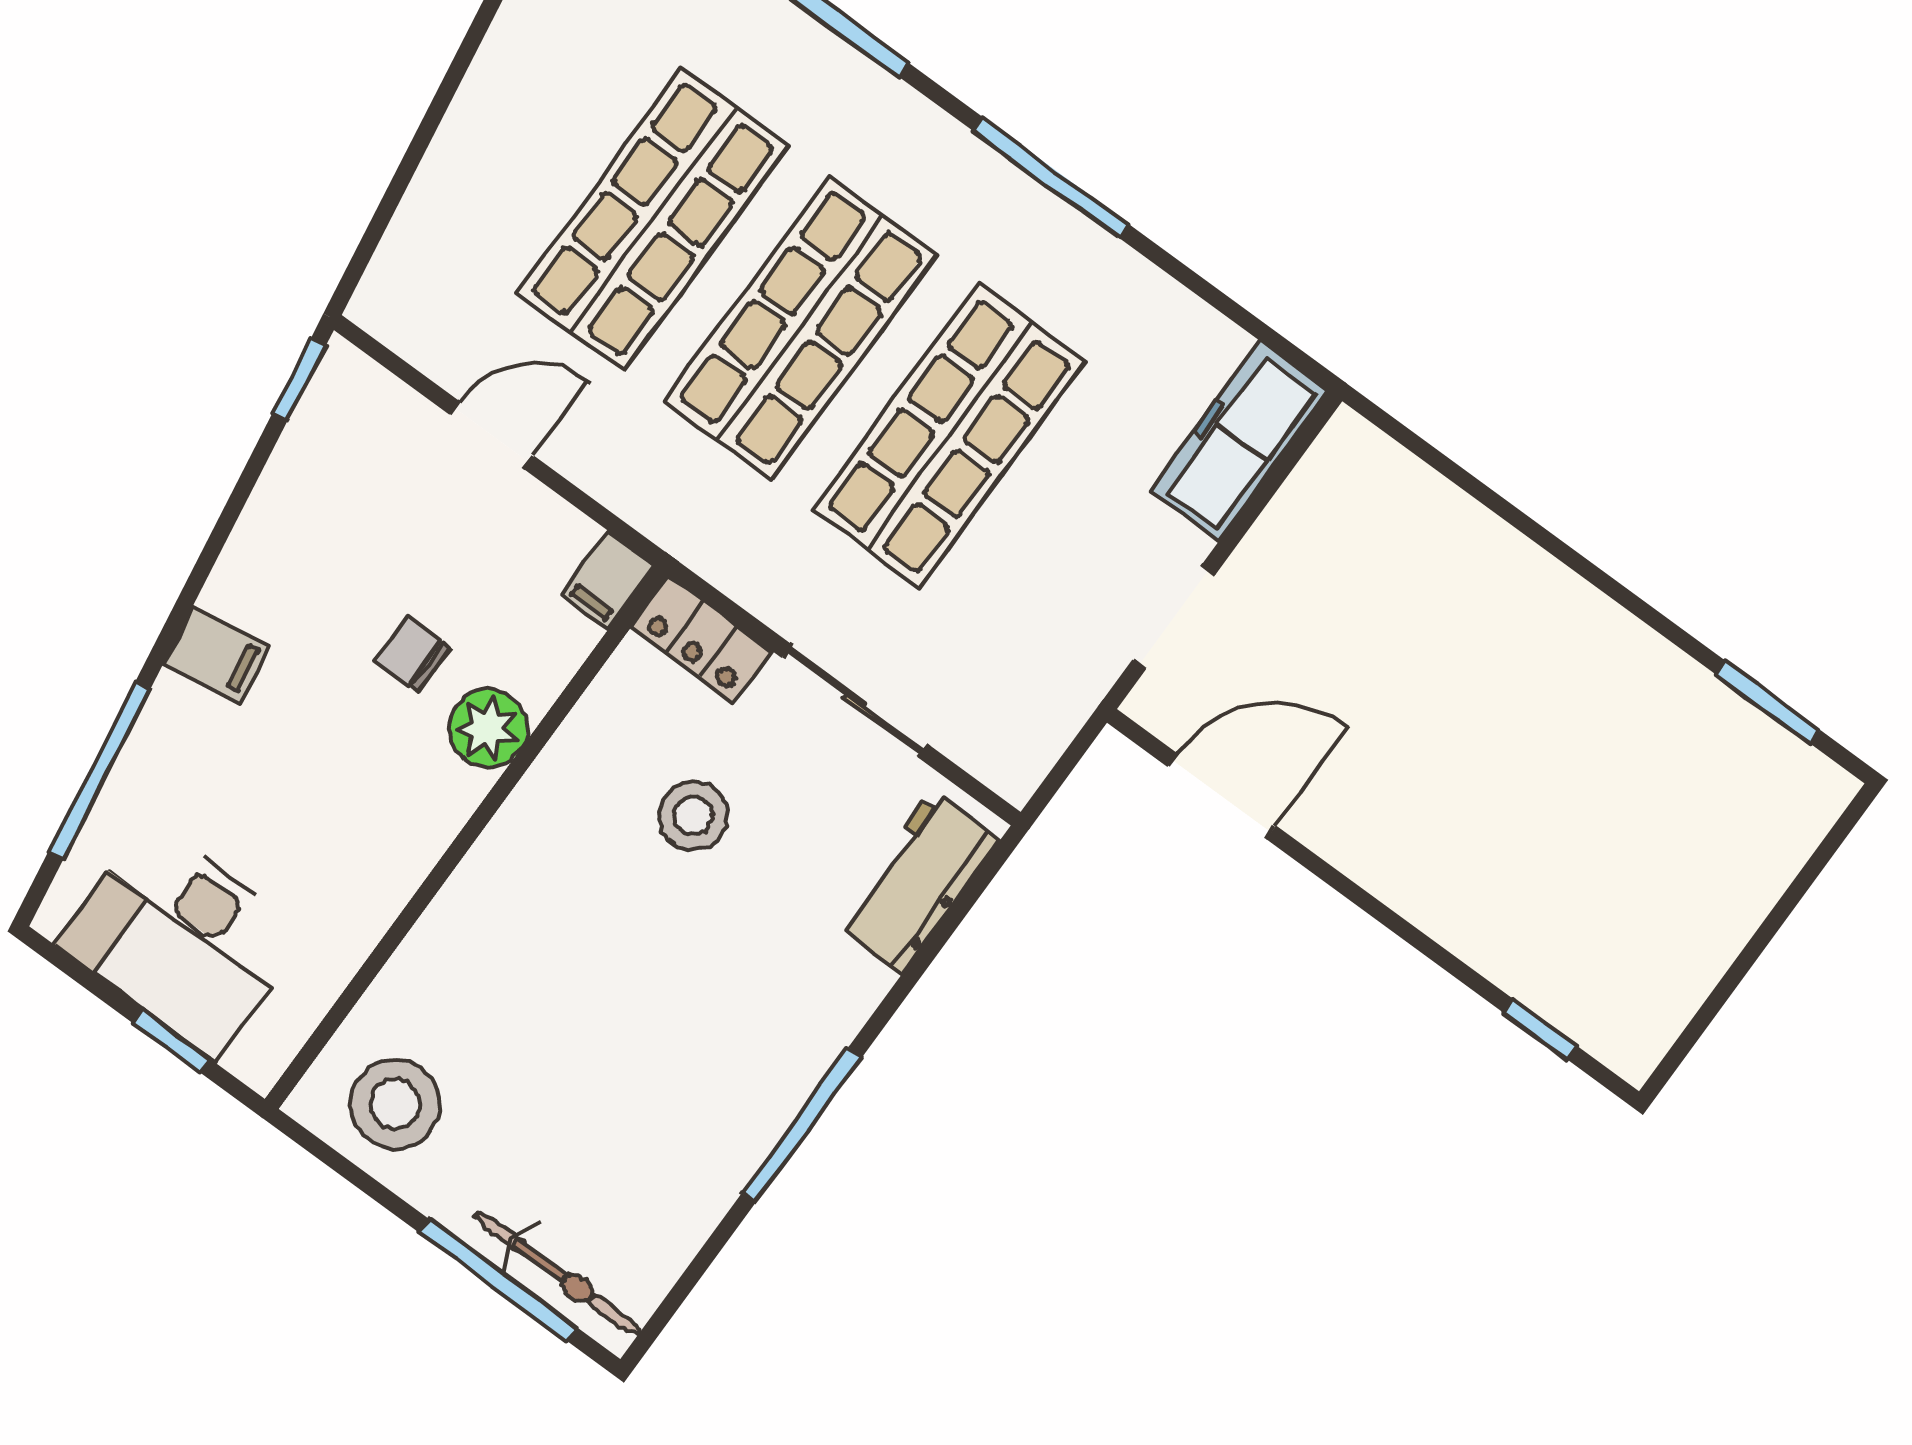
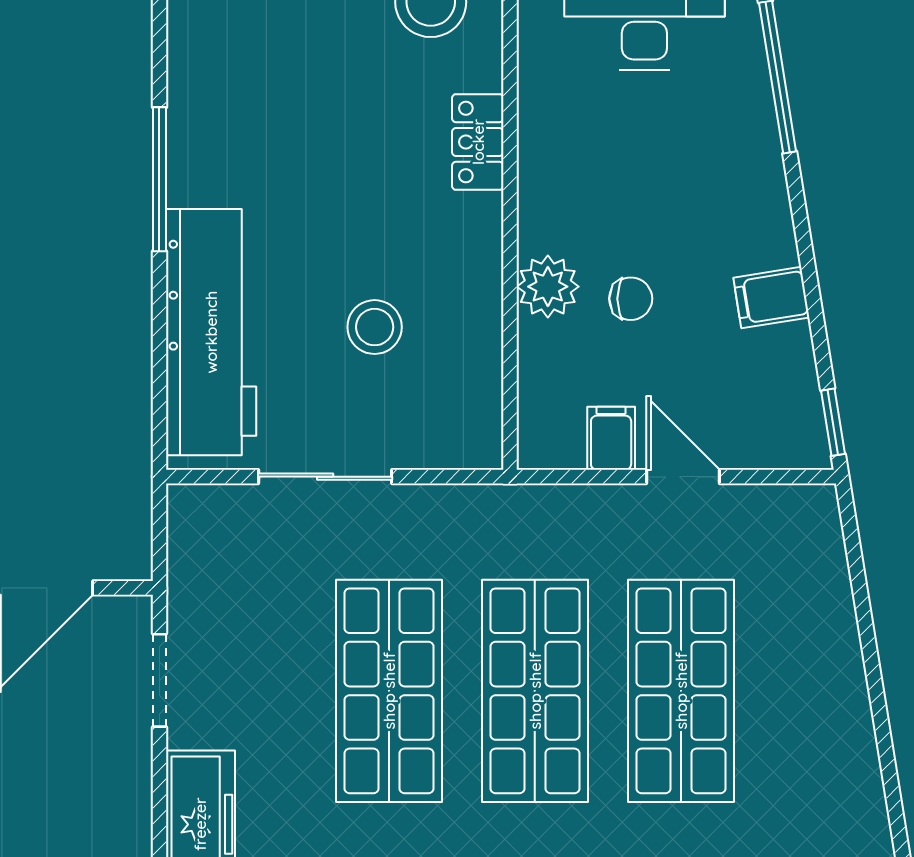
door: (492, 435) -> (683, 477), swing flipped
filing cabinet: (608, 580) -> (611, 438), moved
locker: (701, 639) -> (478, 142), moved, turned -90
filing cabinet: (217, 654) -> (771, 298), moved
workbench: (917, 882) -> (211, 332), width x1.88, depth x1.32

